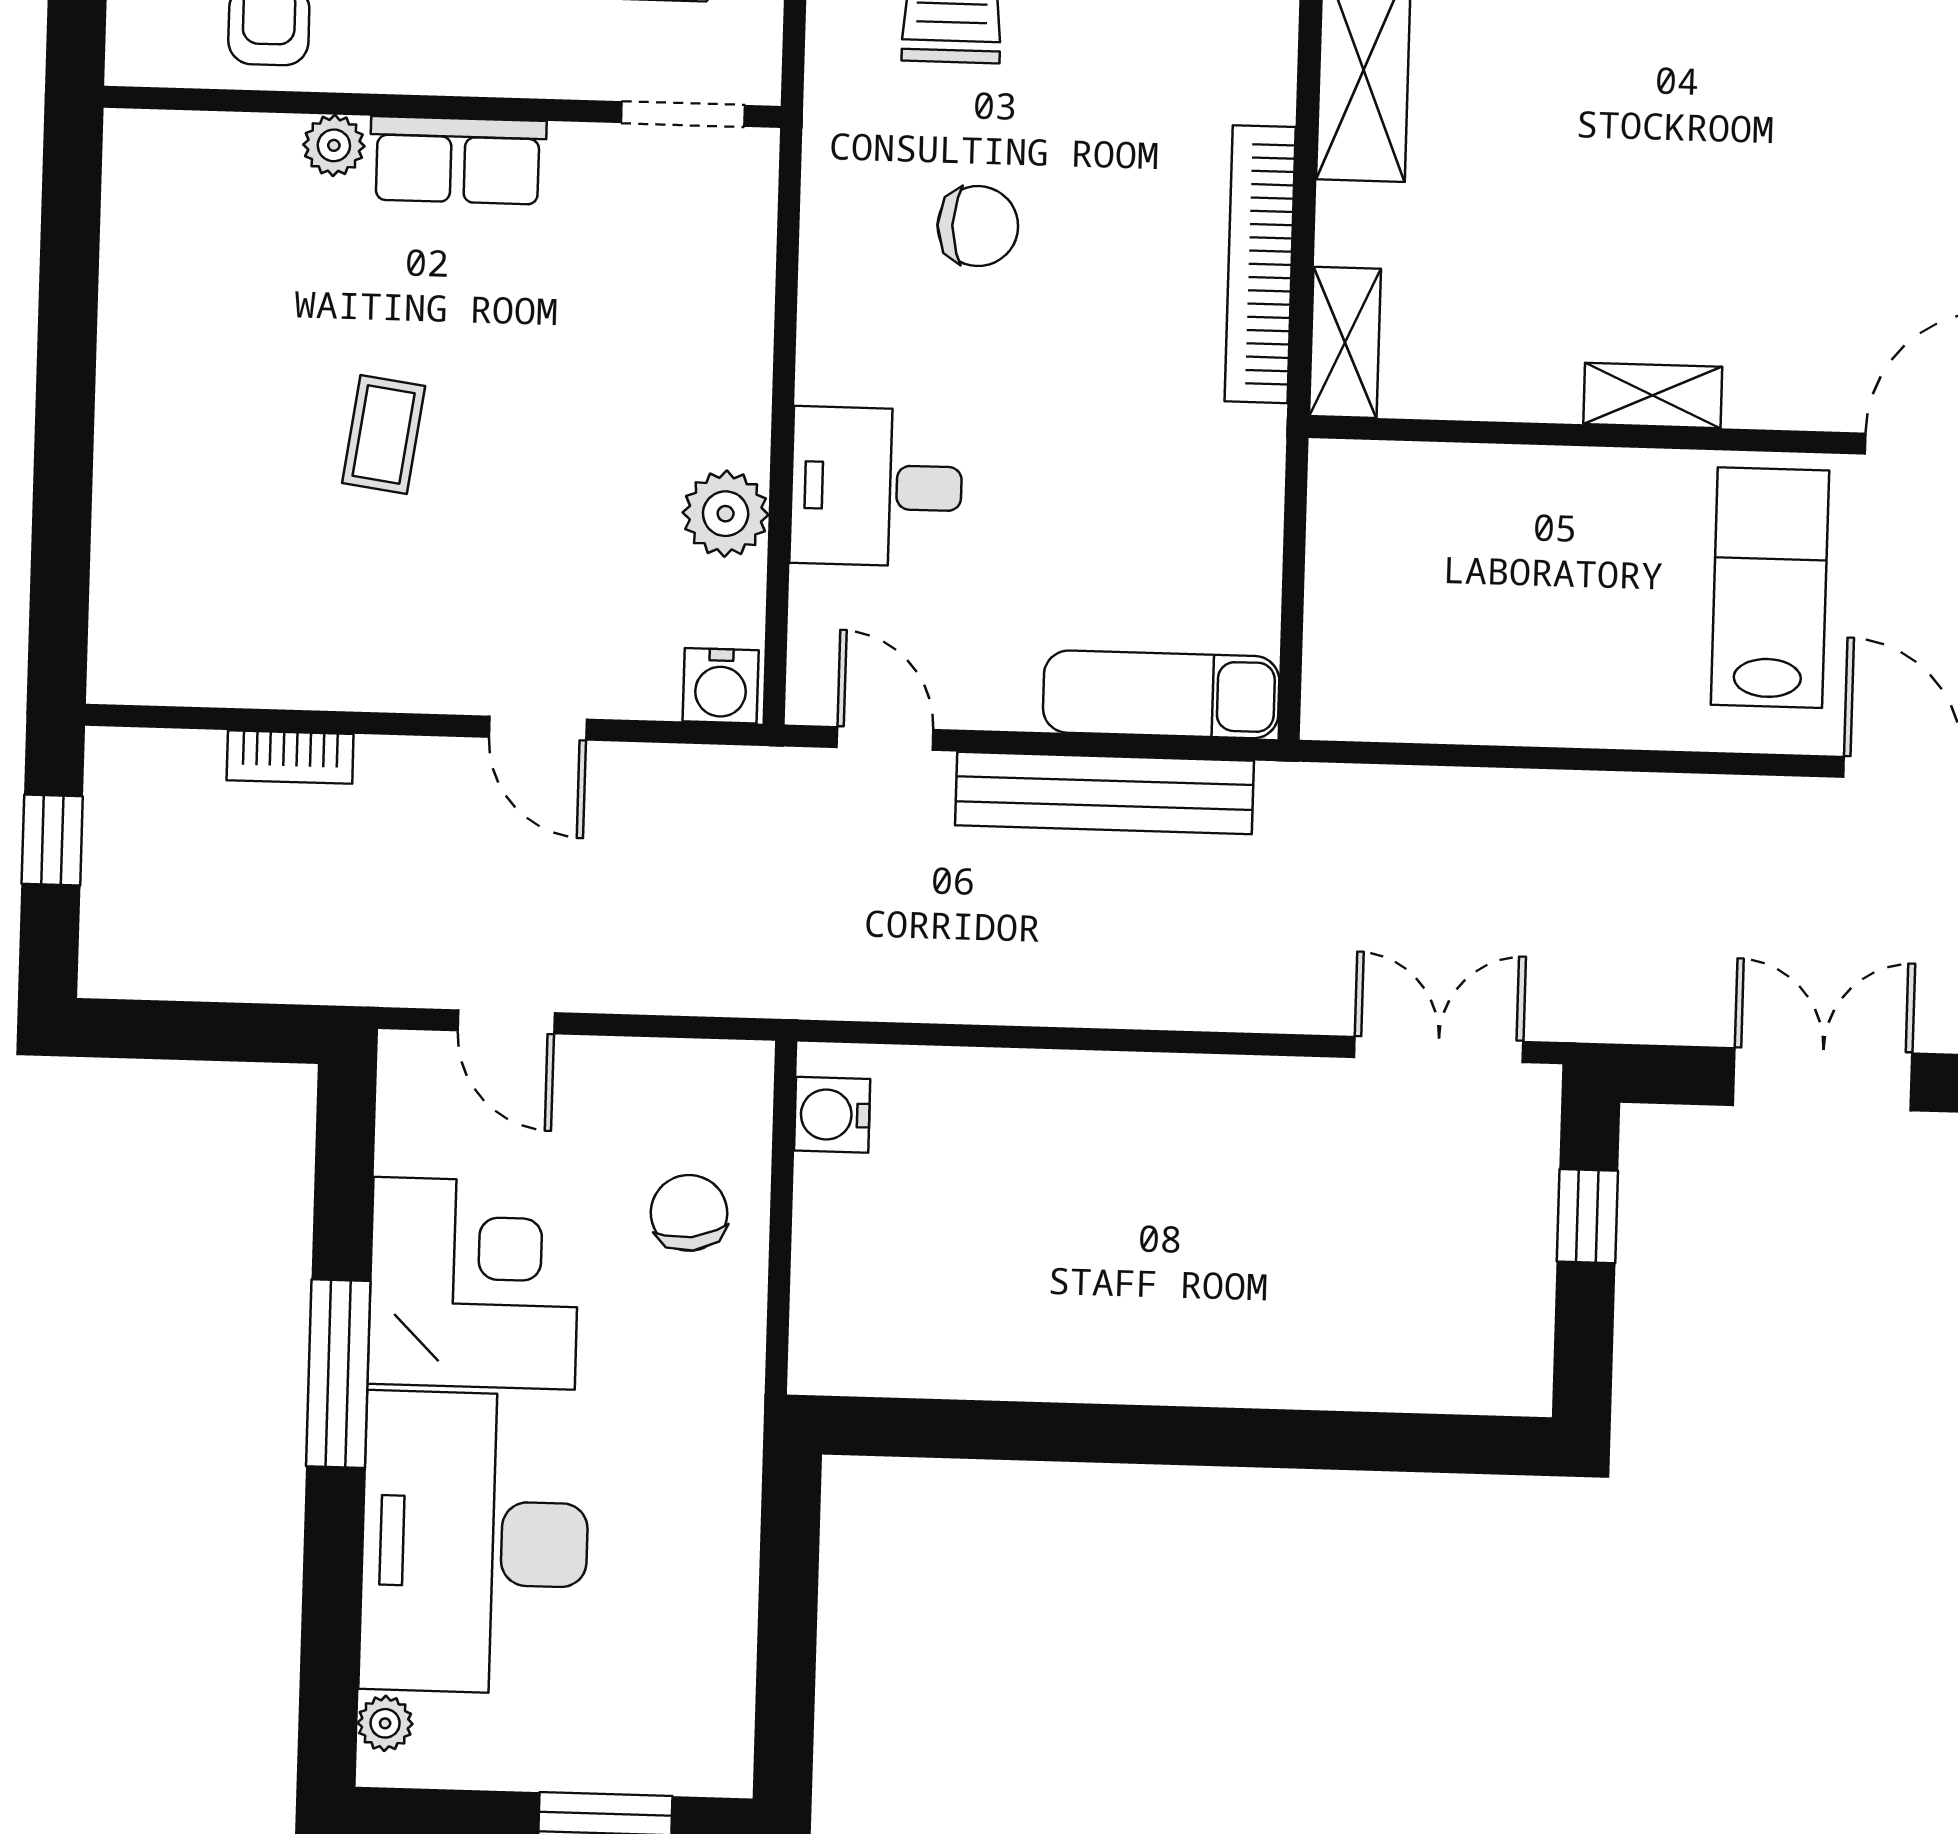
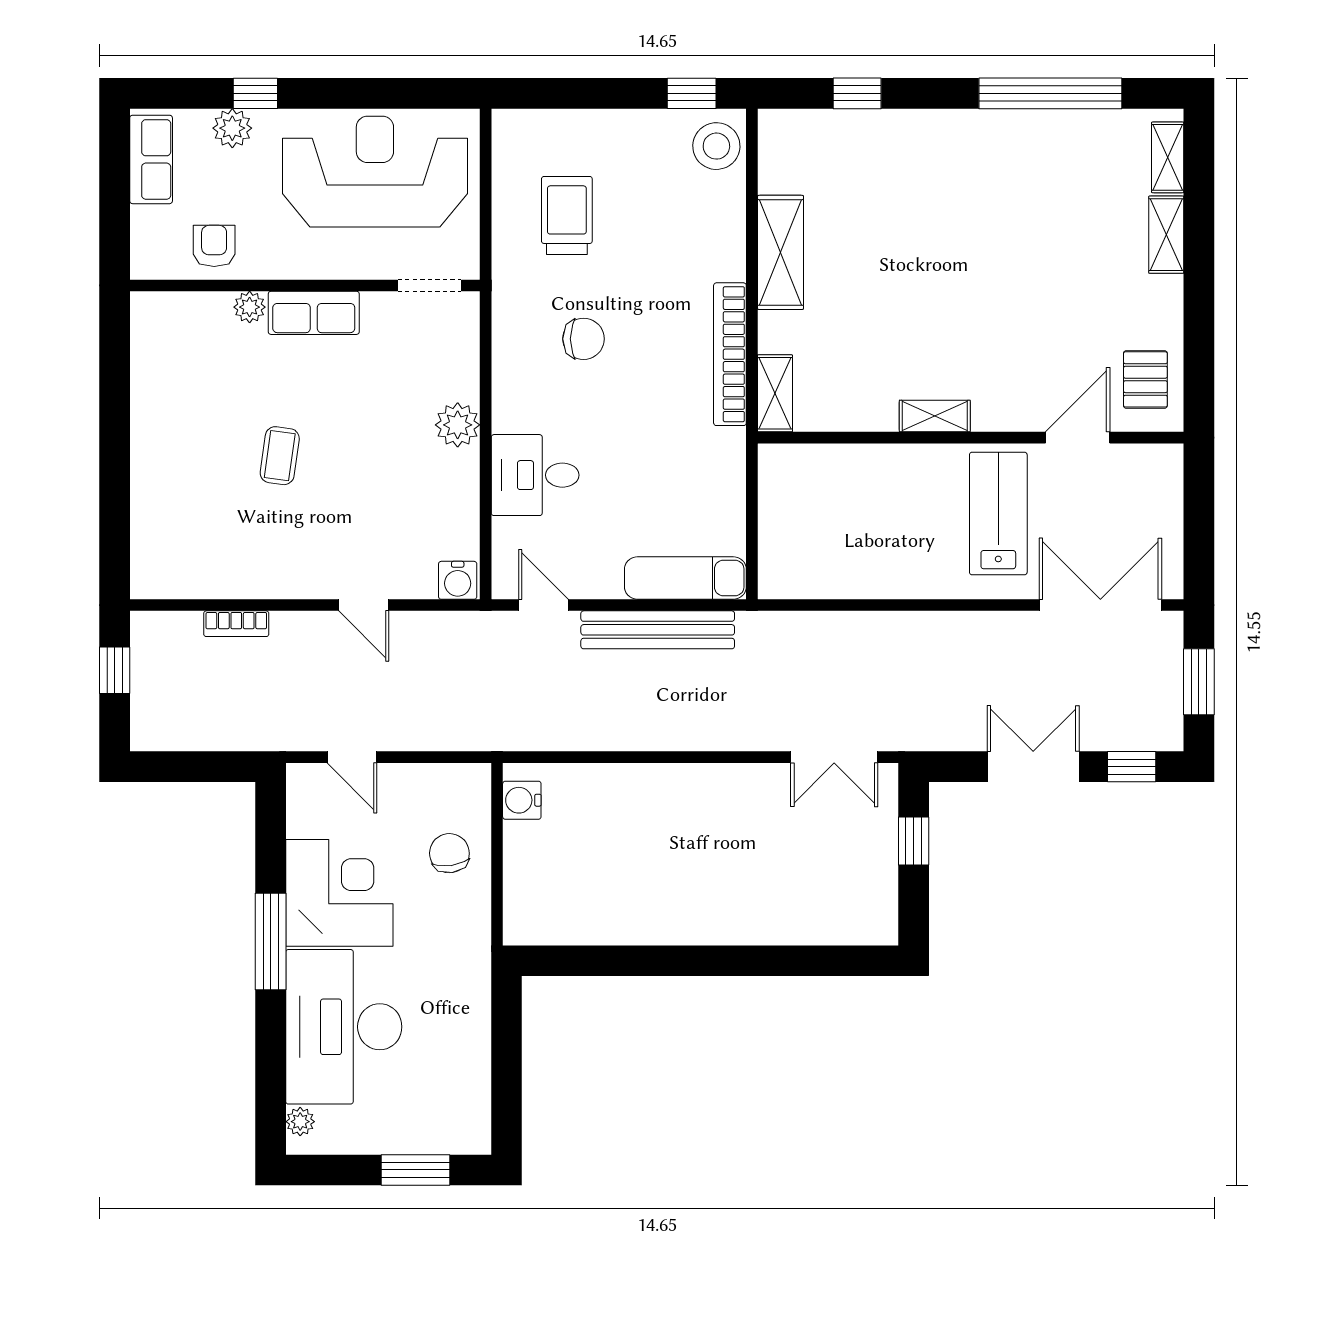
plant: (726, 514) -> (458, 425), moved
double door: (1439, 1049) -> (834, 757), swing flipped

